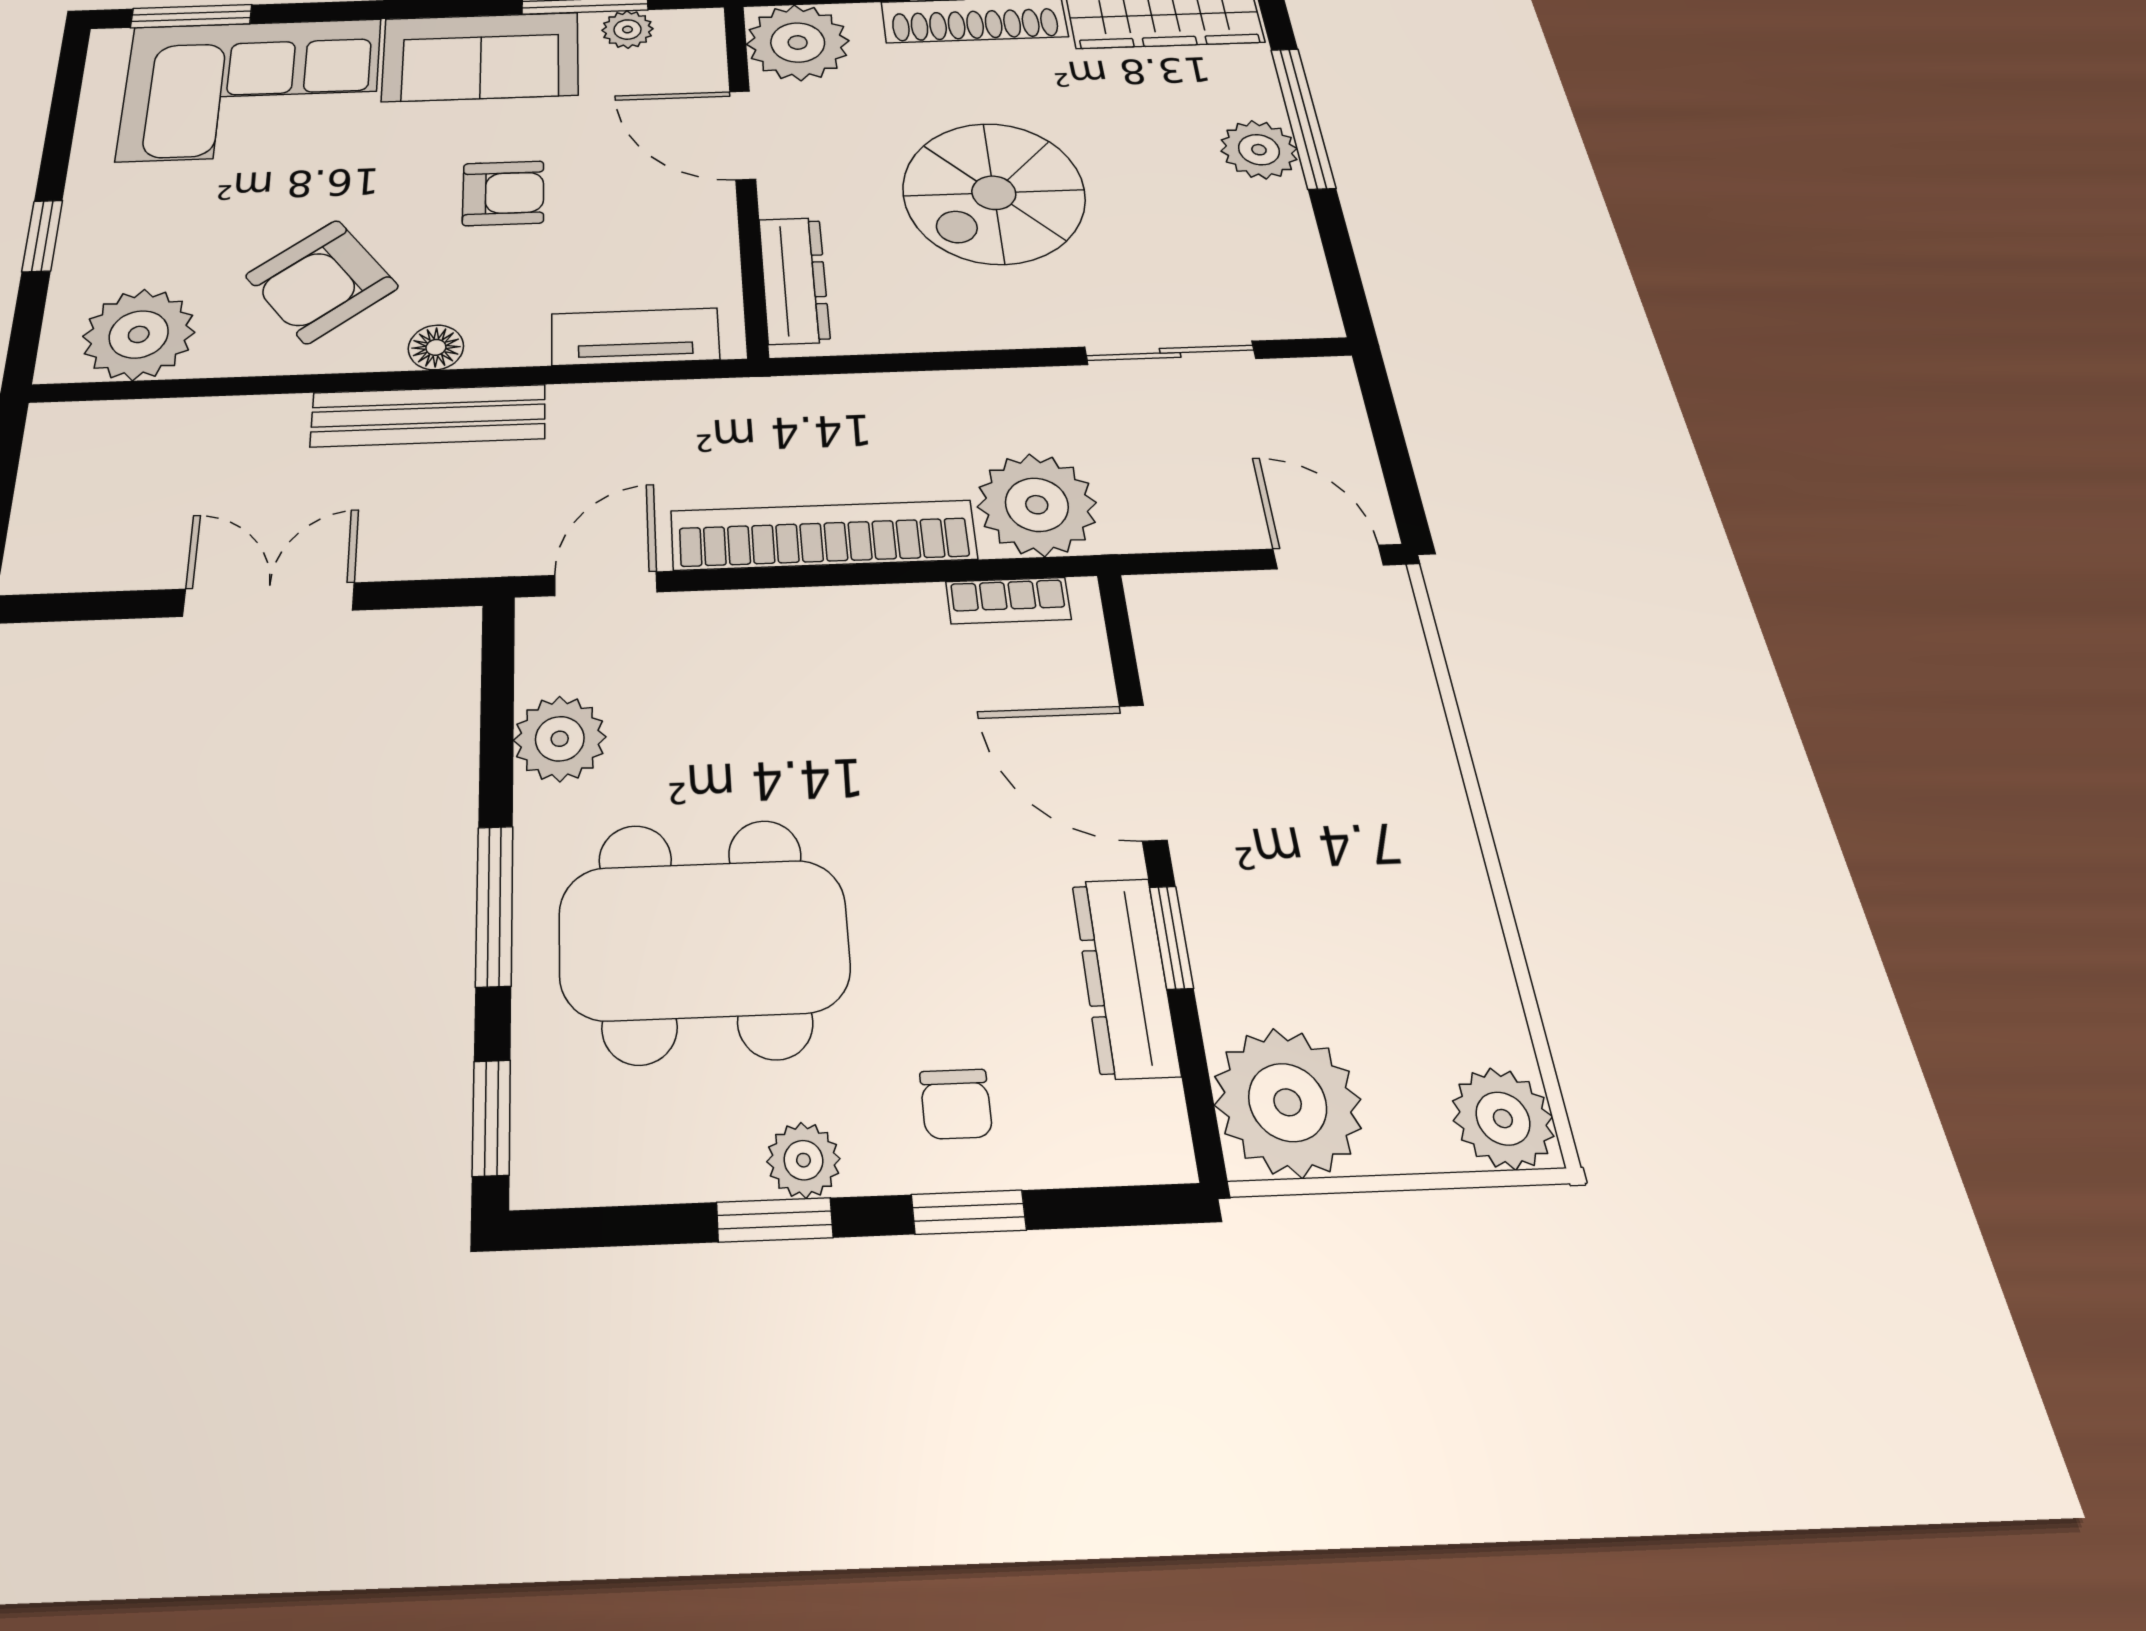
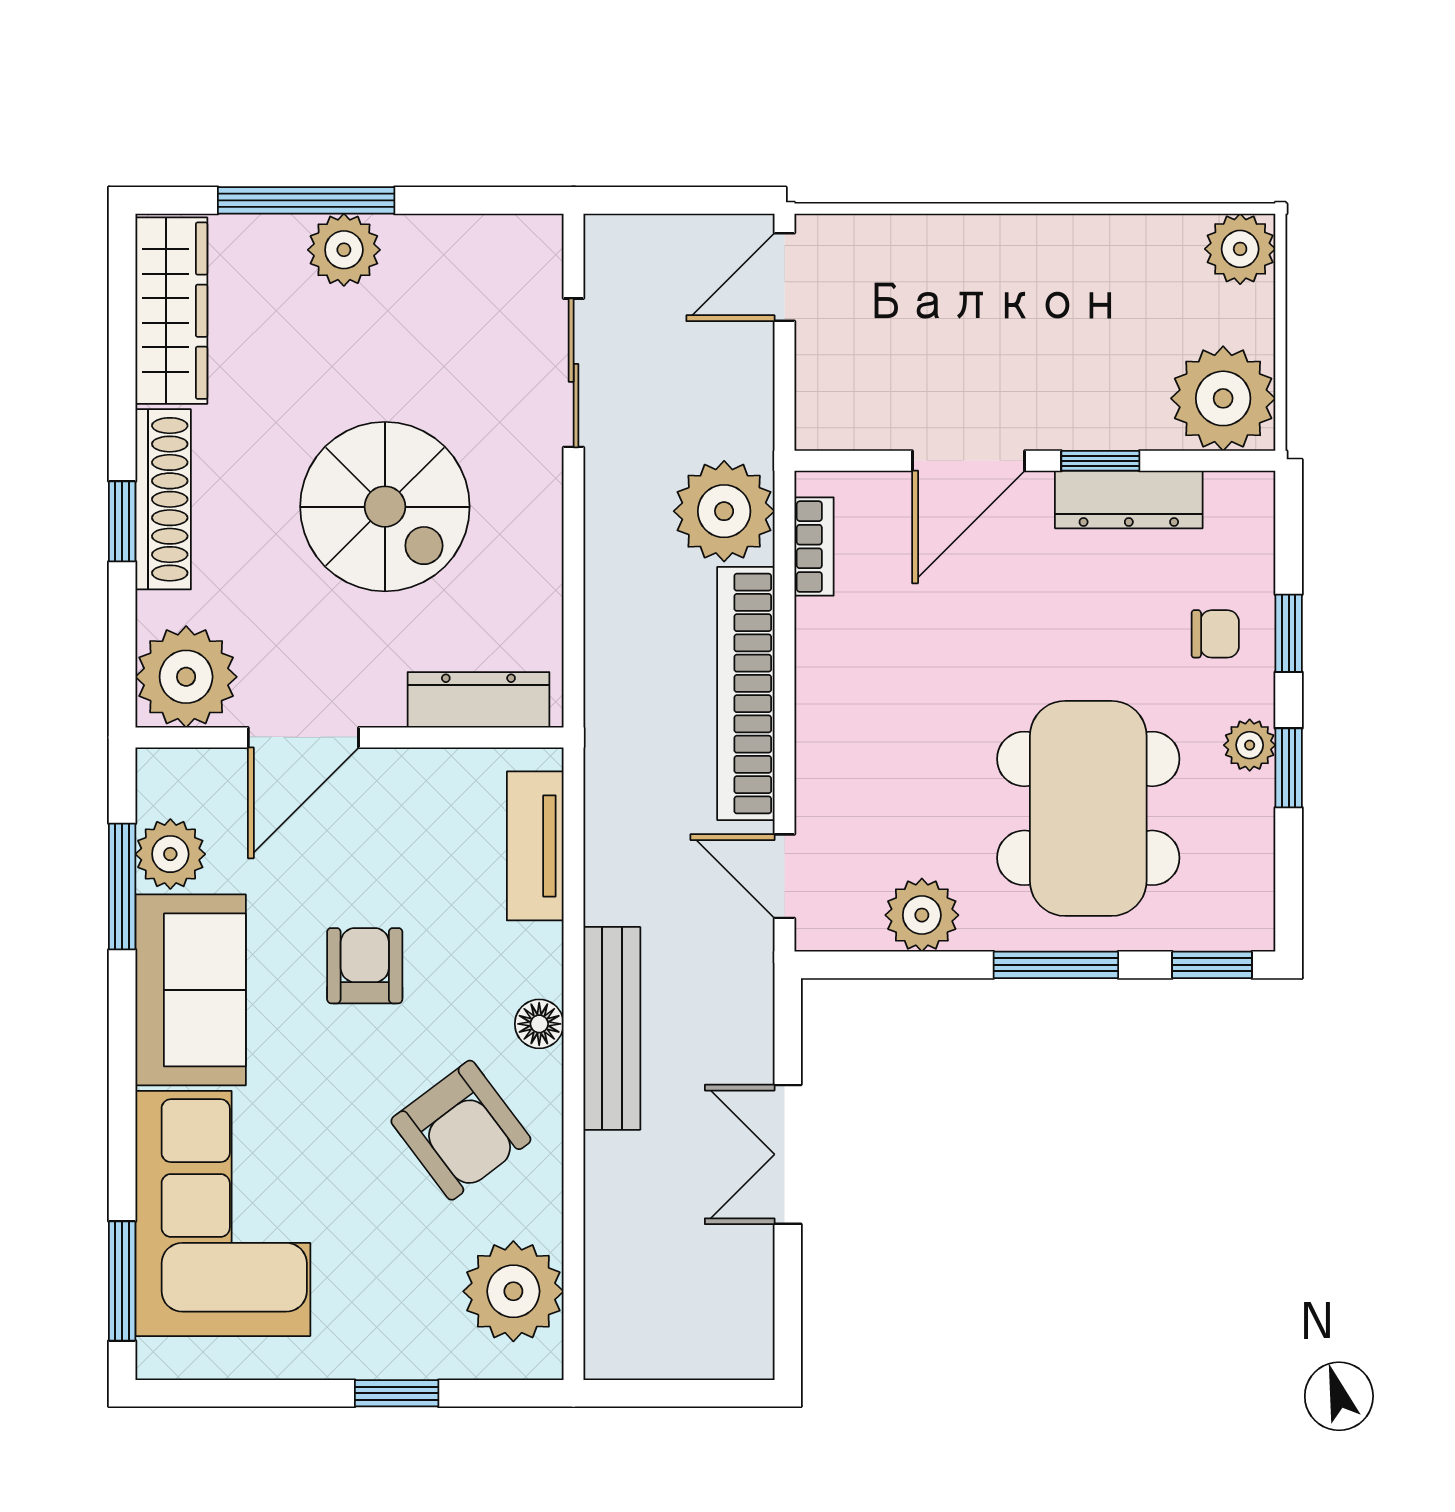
plant: (627, 29) -> (170, 854), width x1.38, depth x1.38

